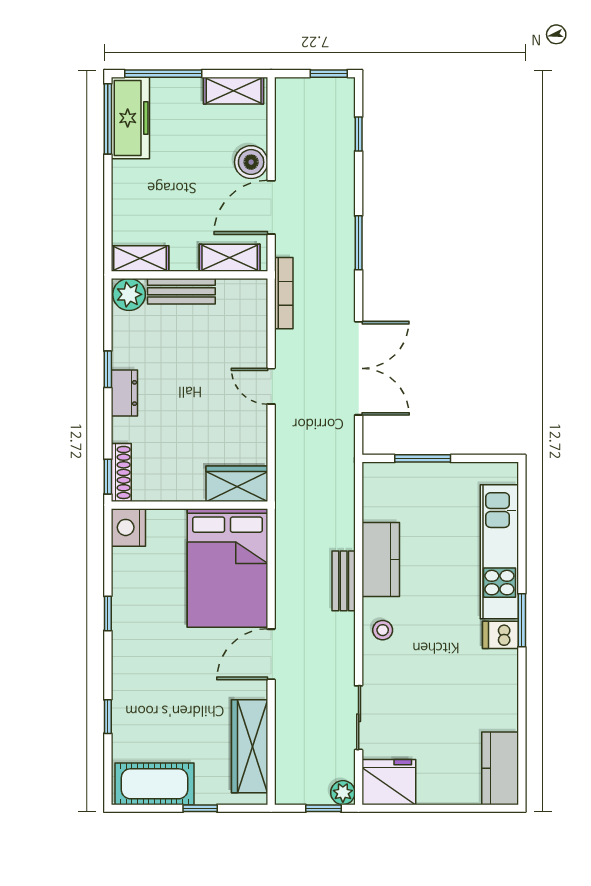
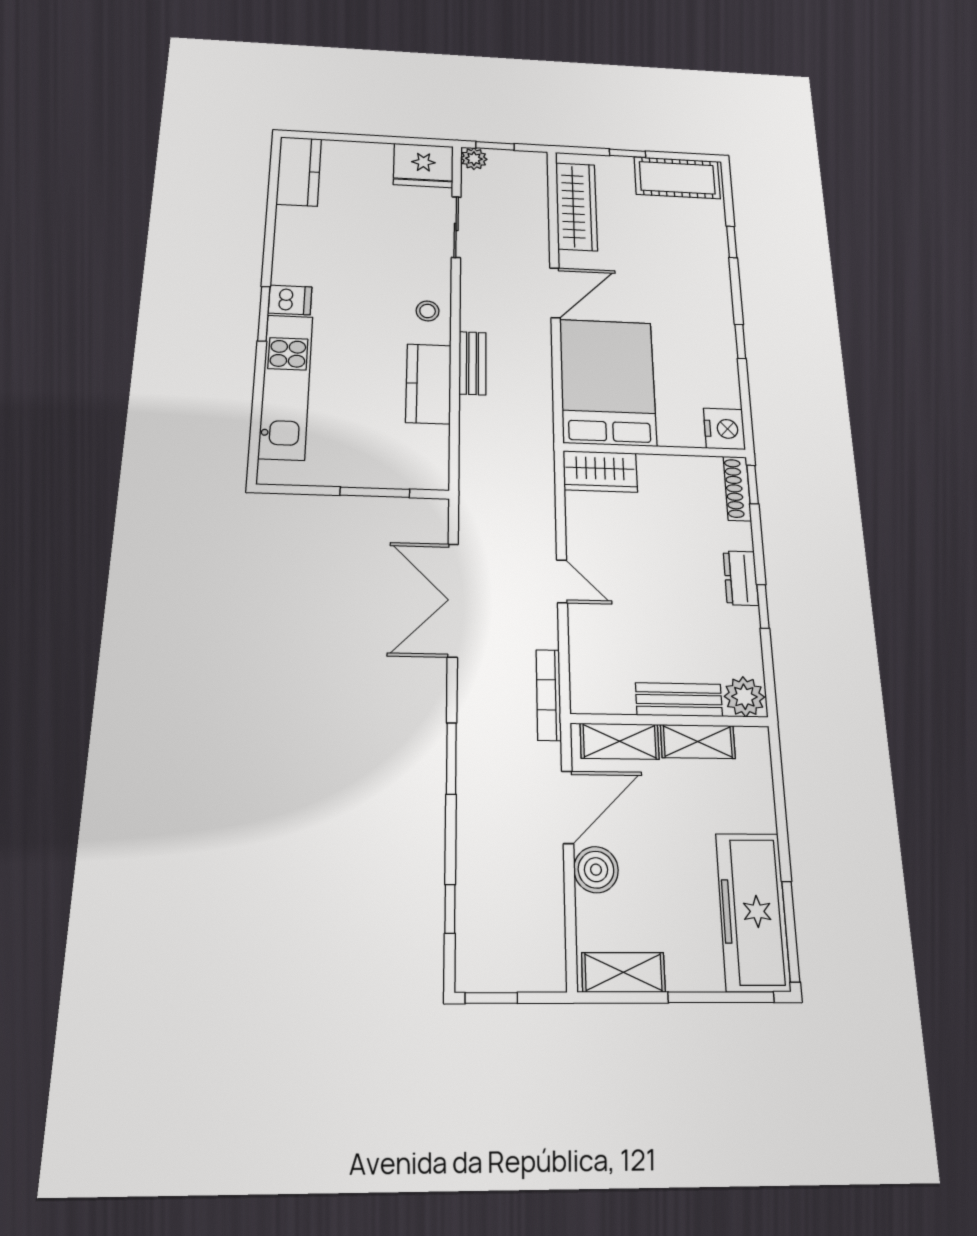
freezer: (130, 118) -> (753, 911), width x1.36, depth x1.26
shelving: (140, 258) -> (698, 742), moved

